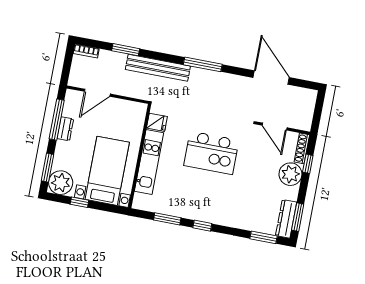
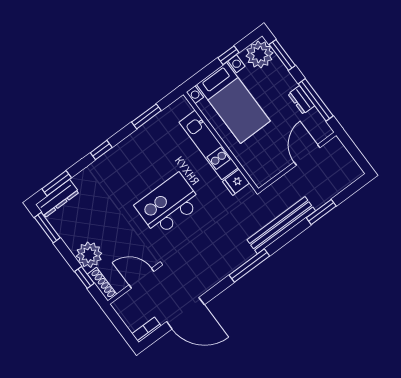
bookcase: (86, 51) -> (146, 330), moved
dresser: (286, 219) -> (57, 198), moved, turned 90
window: (202, 226) -> (101, 150), moved

